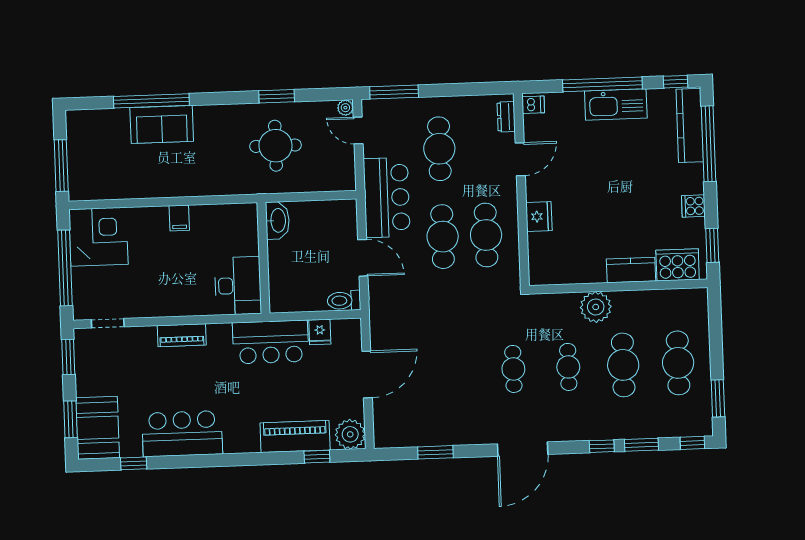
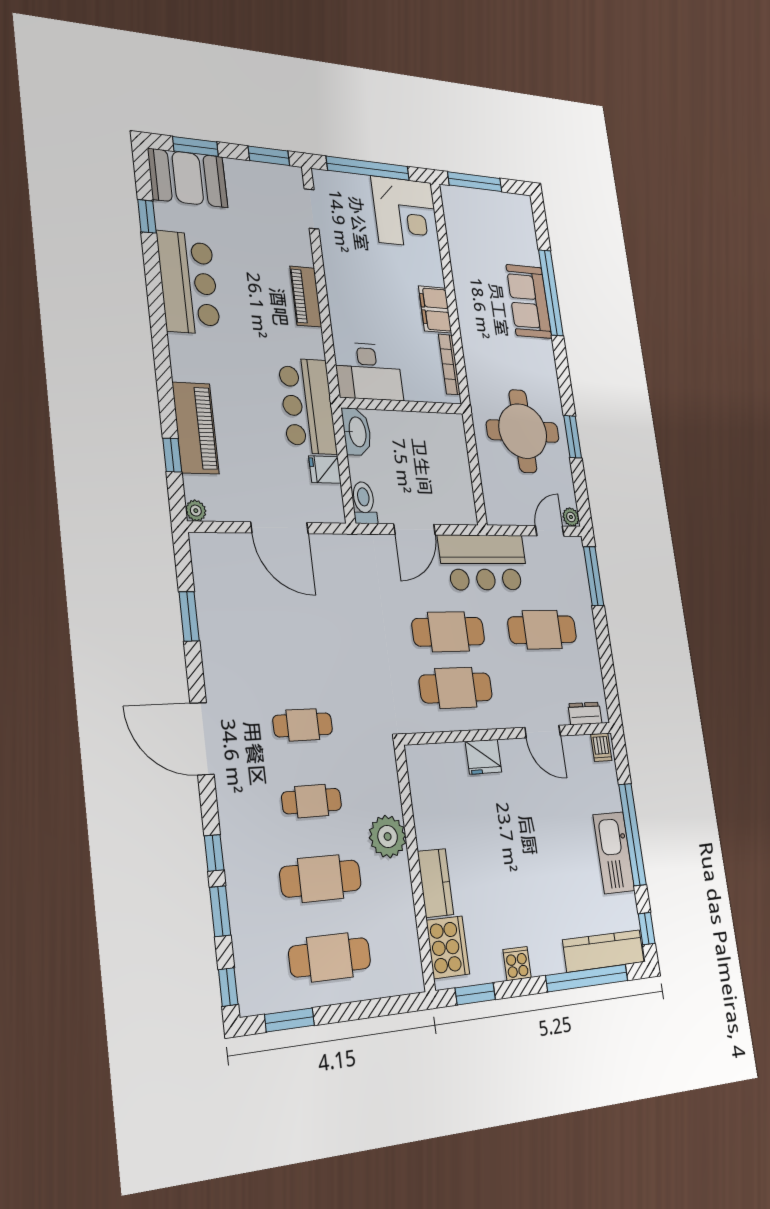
round table: (275, 146) -> (523, 431), width x1.36, depth x1.36
bookcase: (225, 210) -> (449, 364), added
filing cabinet: (179, 218) -> (435, 309), width x2.00
washbasin: (278, 220) -> (357, 432), moved, turned -90
plant: (350, 434) -> (196, 511), width x0.53, depth x0.53

